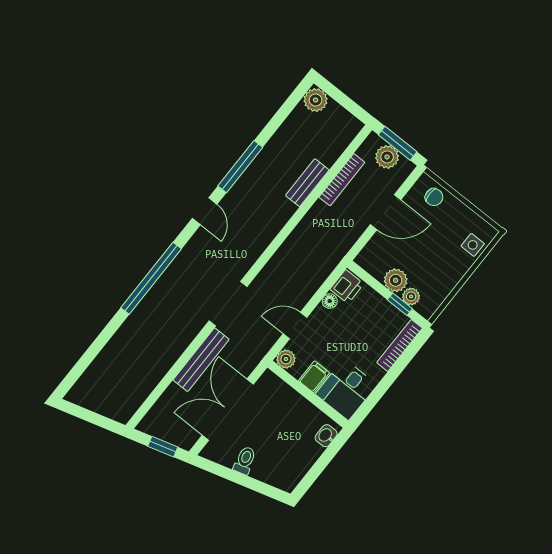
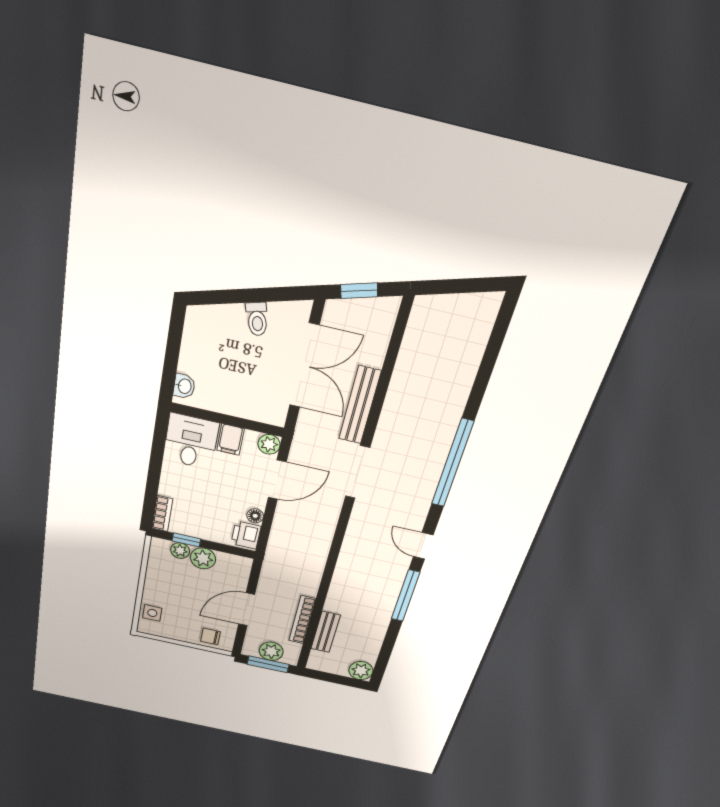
bench: (307, 183) -> (325, 632), moved
door: (295, 326) -> (277, 480), width x1.38
bookcase: (400, 345) -> (162, 514), width x0.64

